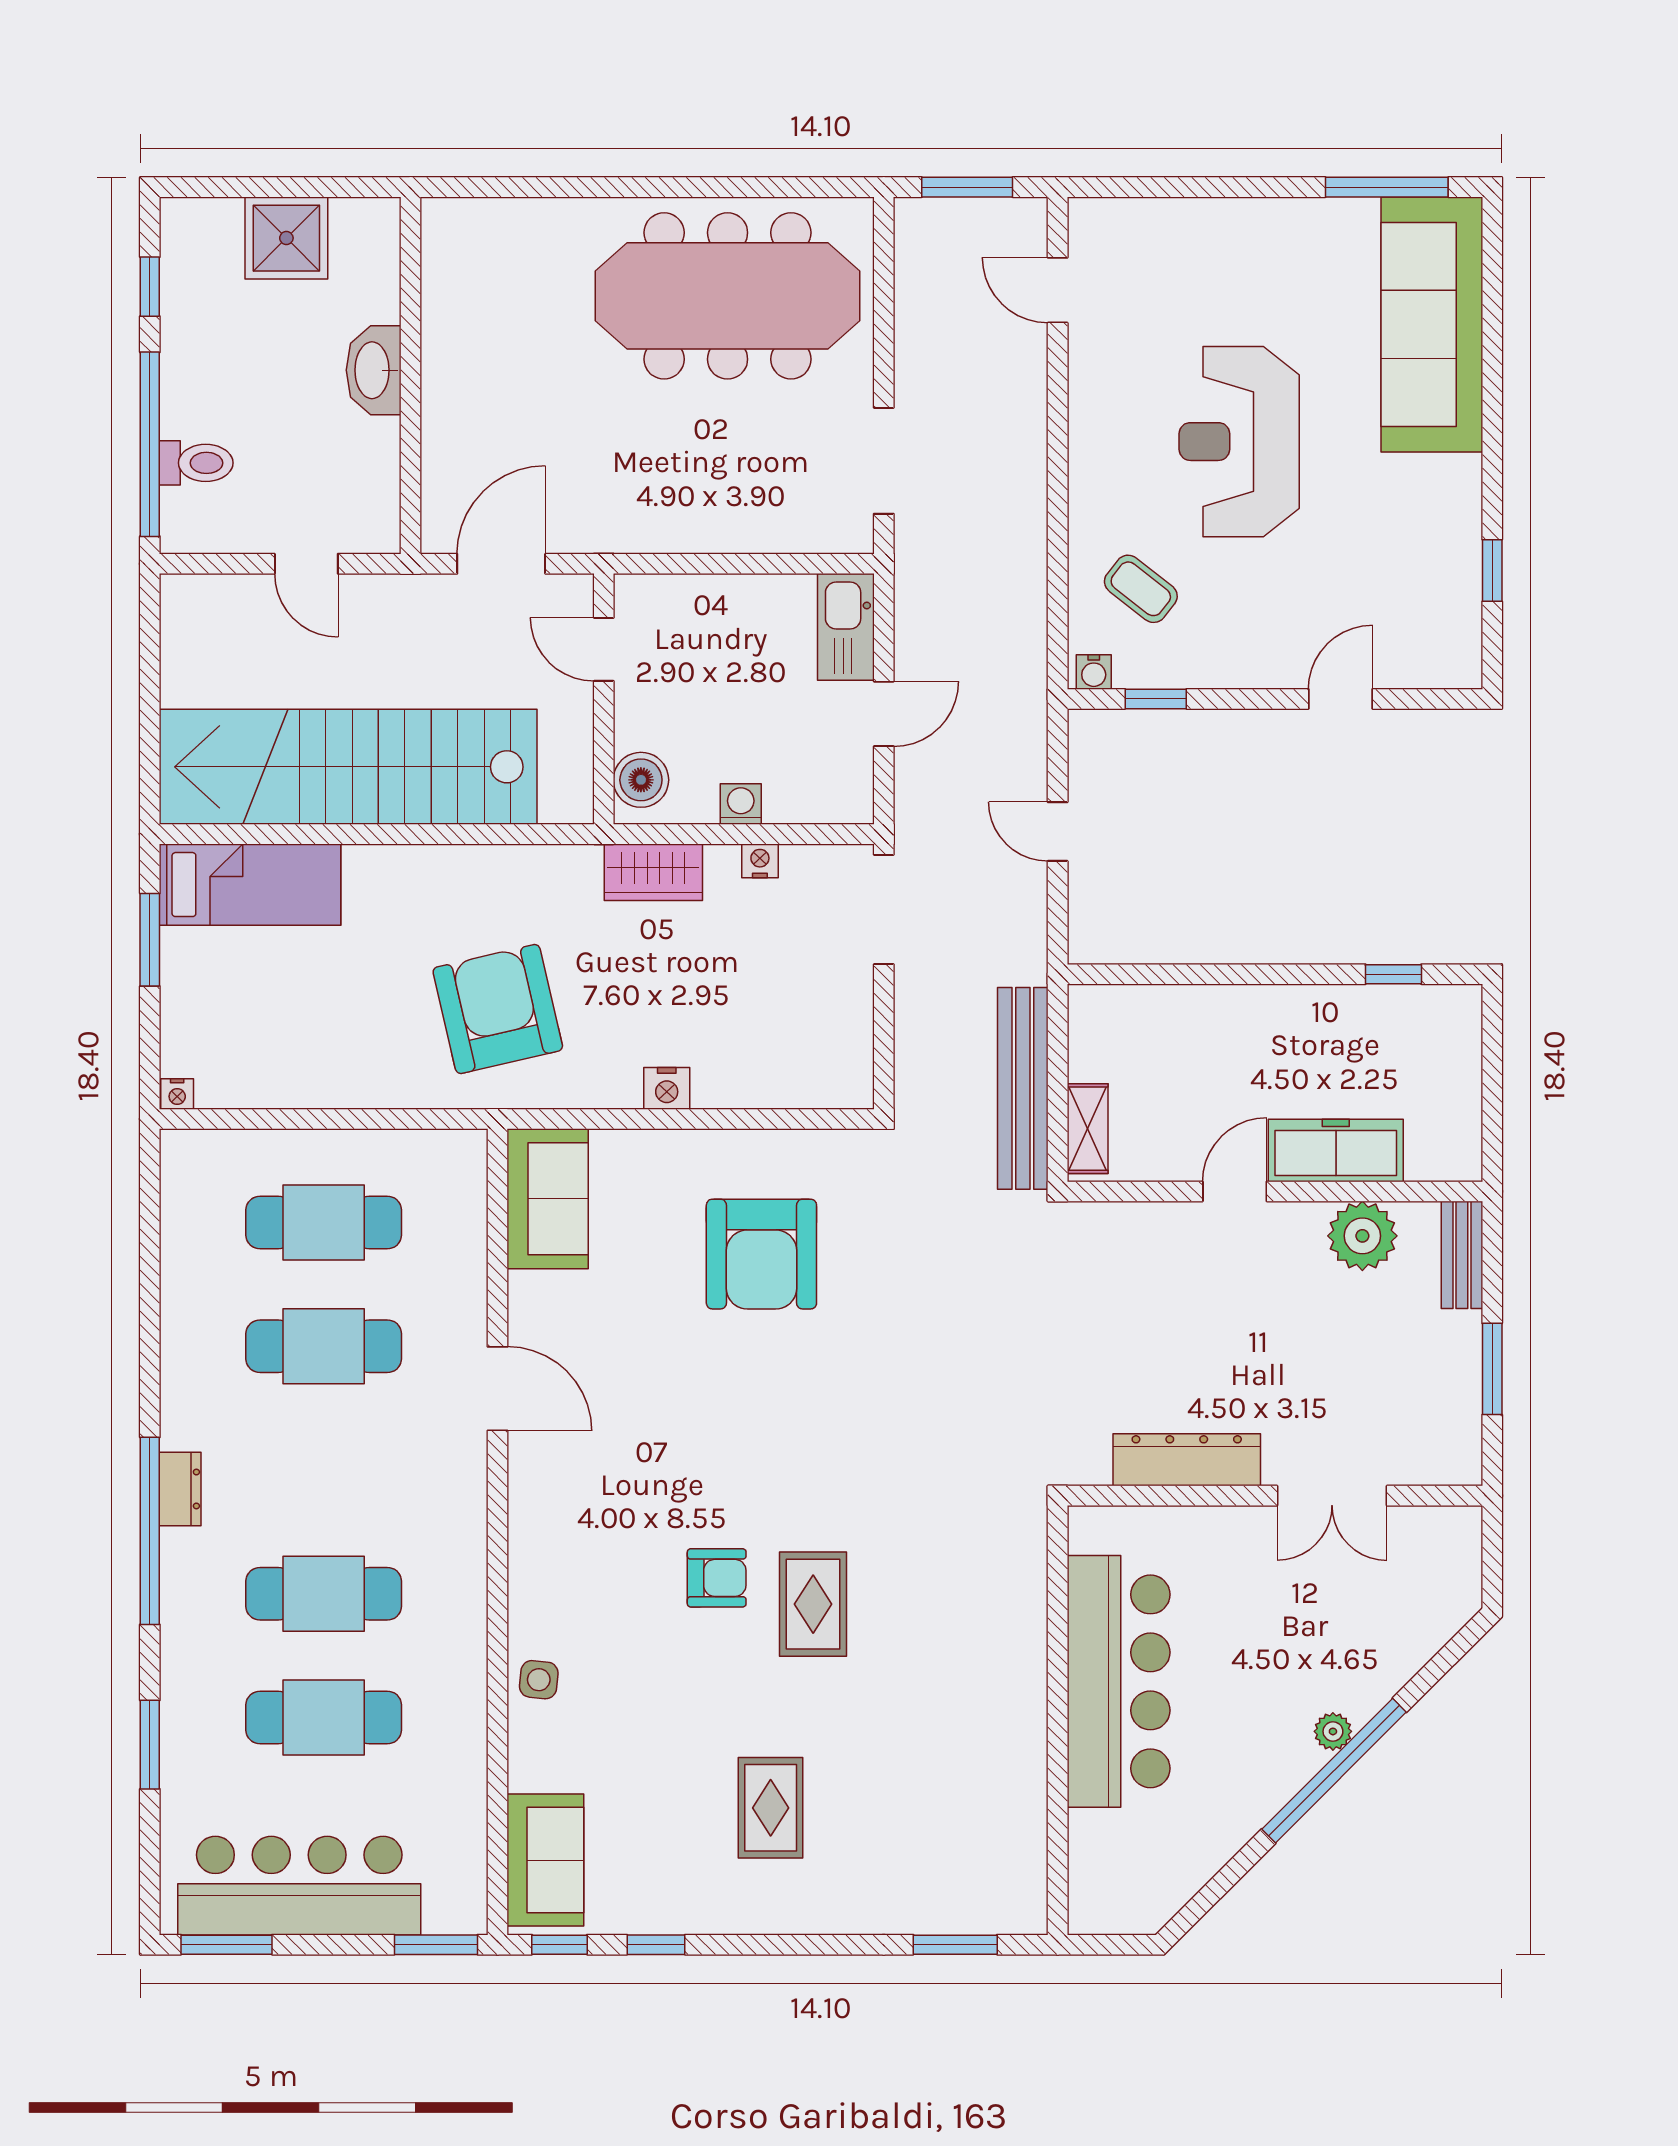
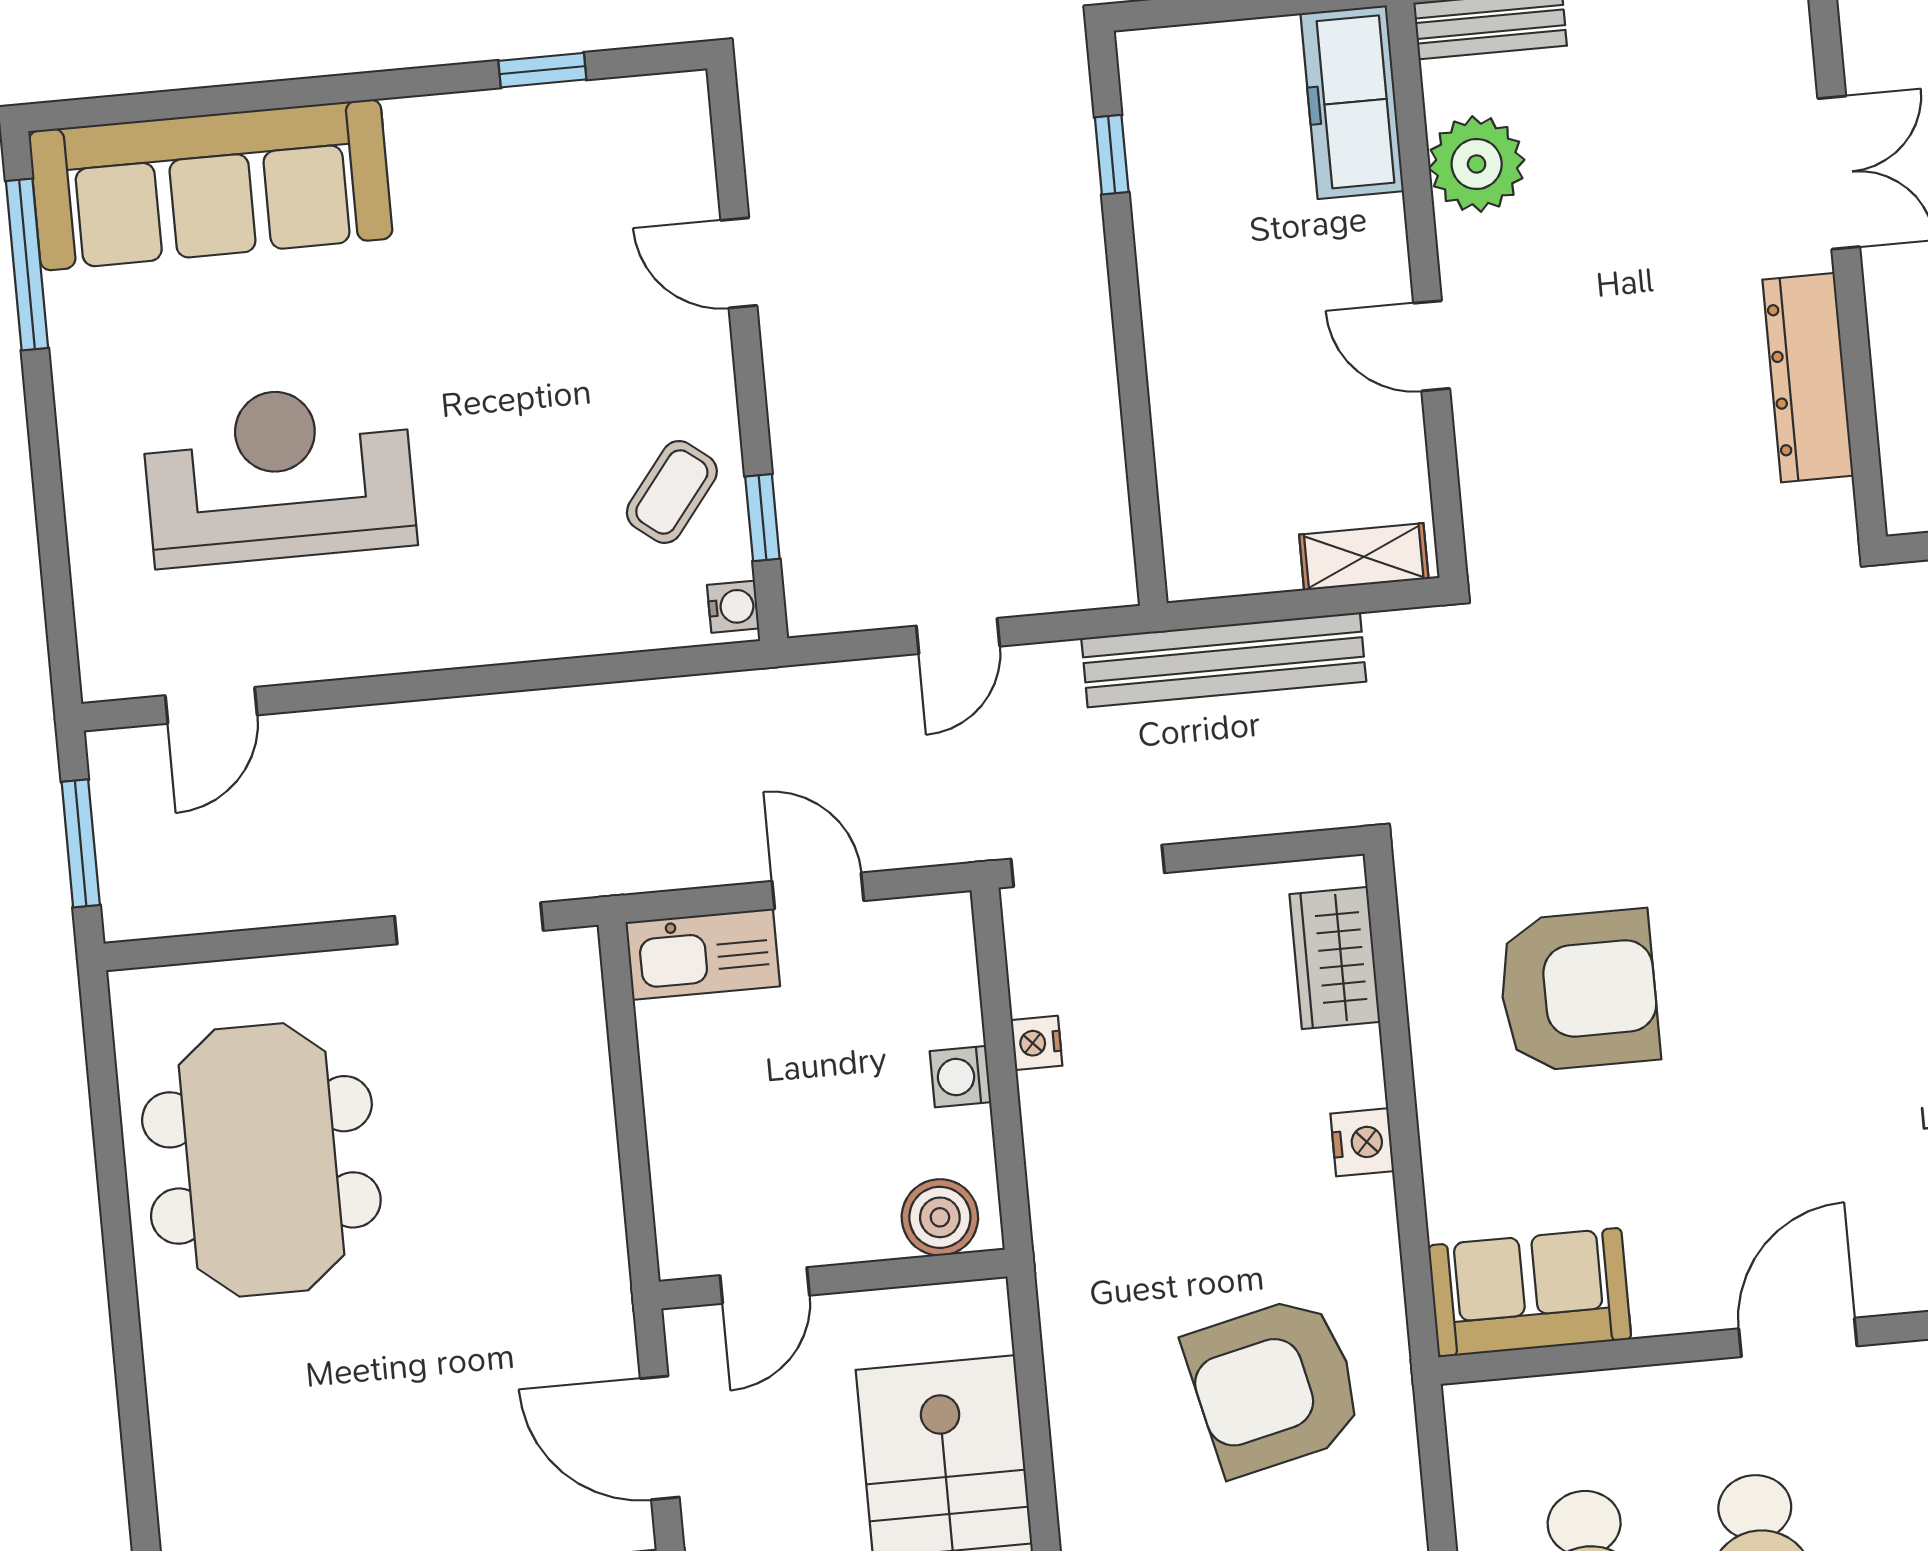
meeting table: (728, 296) -> (261, 1160), width x0.73
reception desk: (1239, 442) -> (279, 475), moved, turned 180
coffee table: (1141, 589) -> (672, 492), moved
wardrobe: (653, 872) -> (1335, 958), moved, turned 180
bench: (1023, 1088) -> (1224, 660), moved
freezer: (1336, 1151) -> (1352, 102), moved

